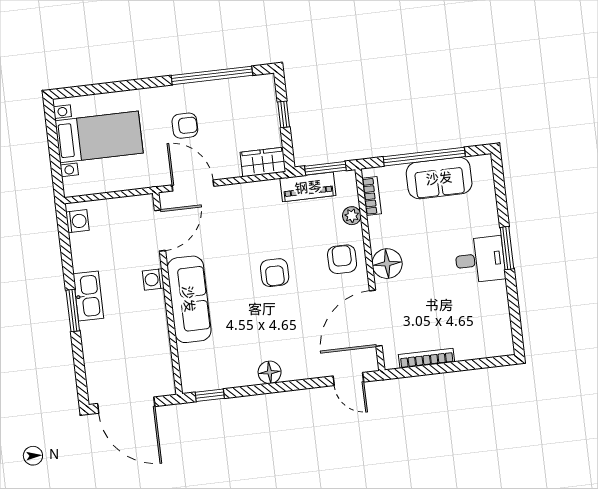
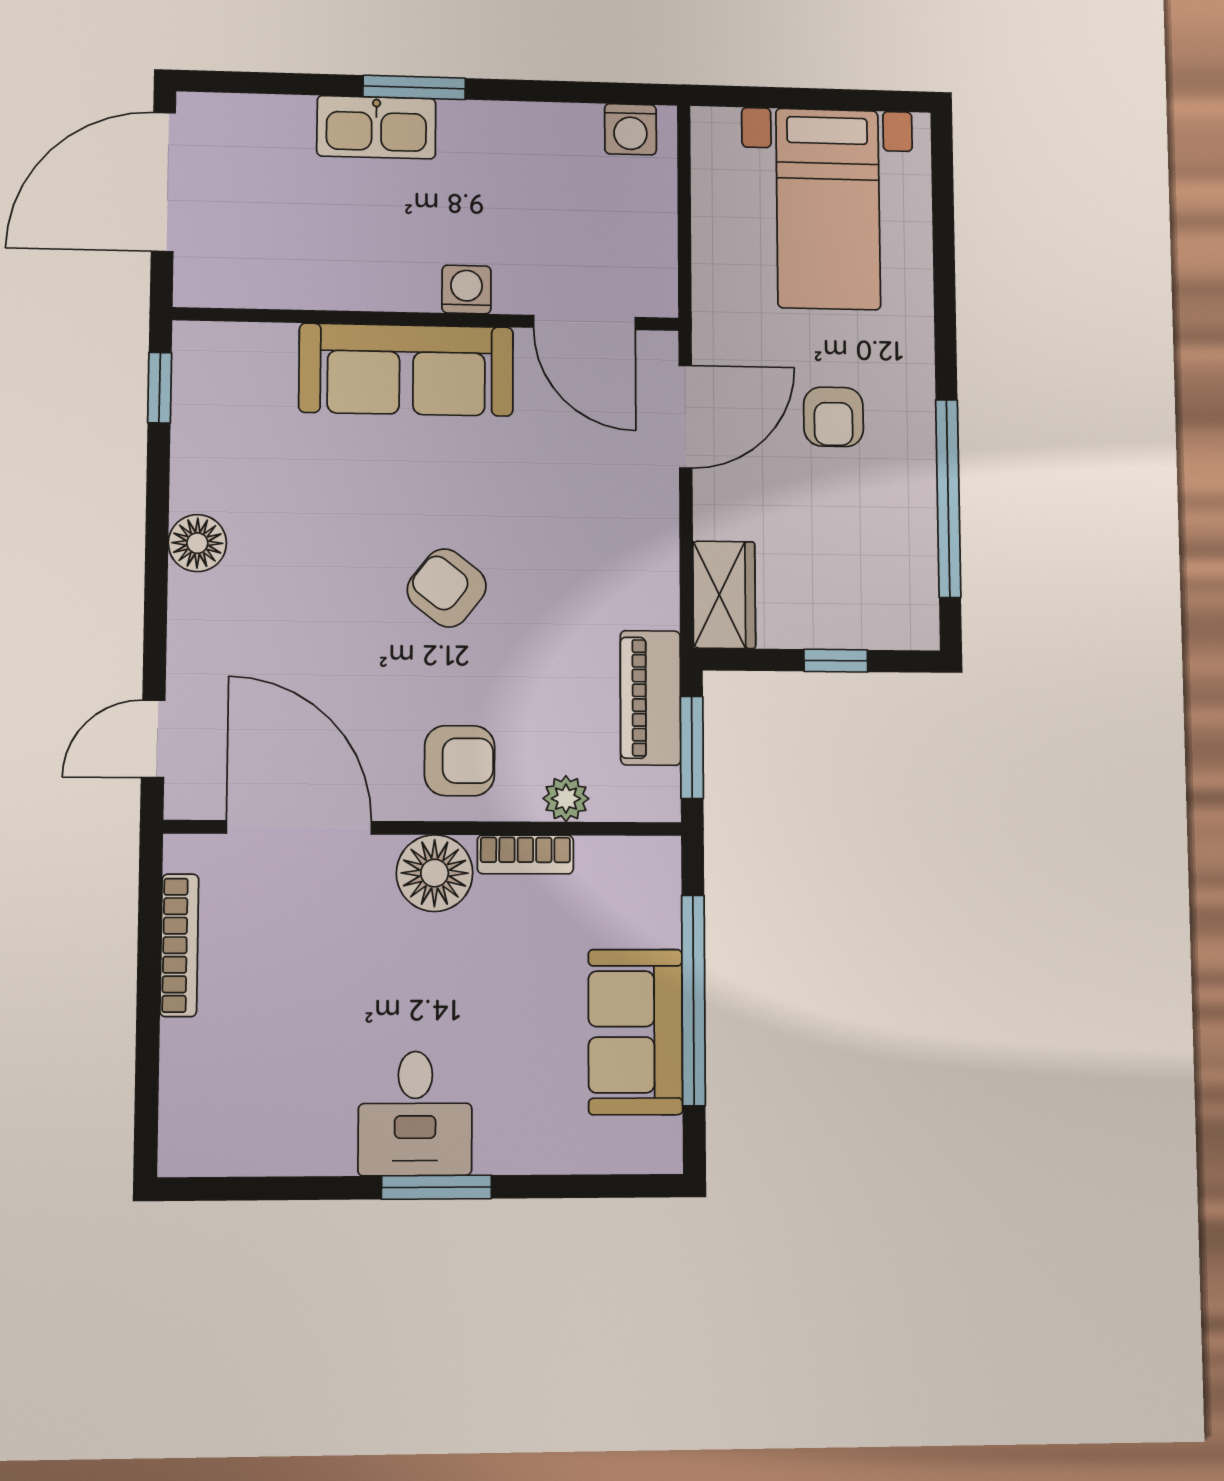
bookcase: (372, 196) -> (525, 855), moved
armchair: (275, 273) -> (447, 588), turned 38
kitchen sink: (88, 296) -> (376, 127), moved

